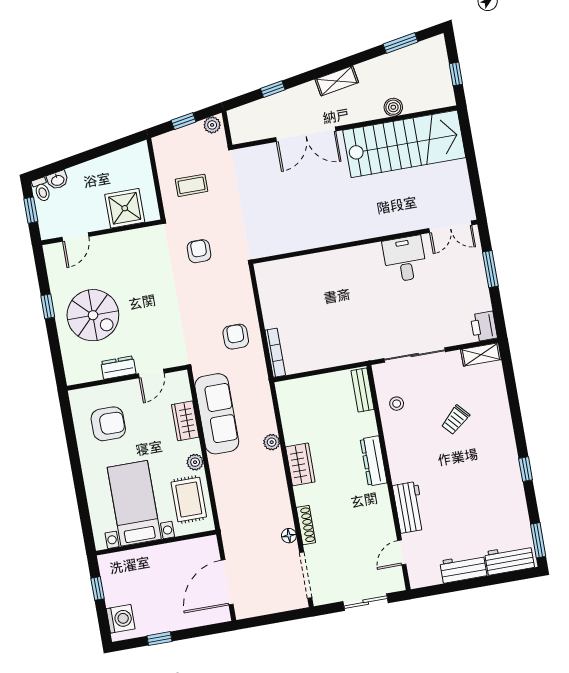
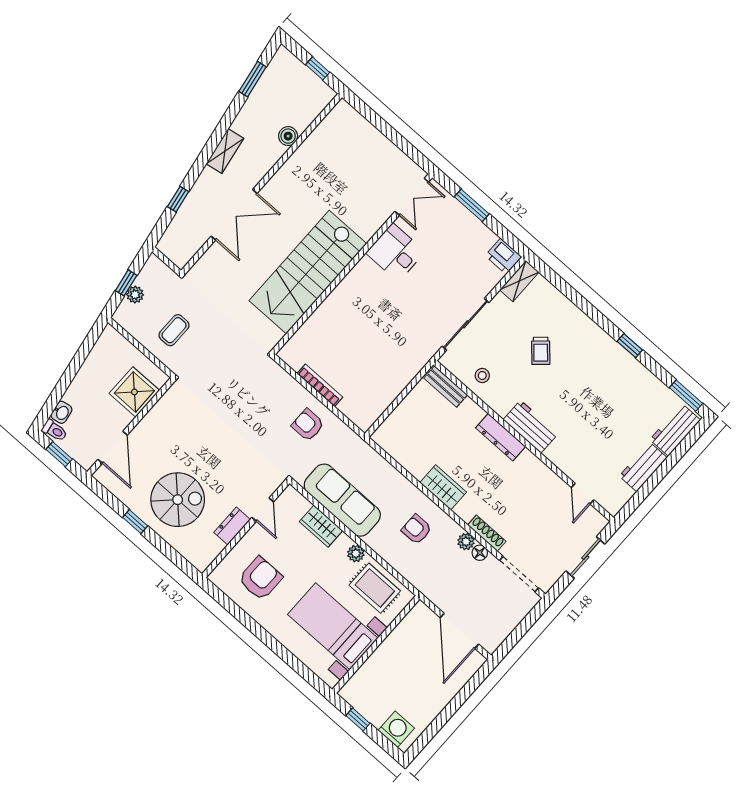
plant: (212, 125) -> (135, 295), moved
stairs: (404, 144) -> (308, 272), moved, turned 180
door: (75, 237) -> (113, 447), width x1.38
armchair: (199, 251) -> (417, 529), moved
bookcase: (275, 353) -> (320, 385), moved
plant: (272, 442) -> (466, 542), moved
workbench: (409, 507) -> (531, 427), moved
window: (159, 639) -> (441, 720), removed

